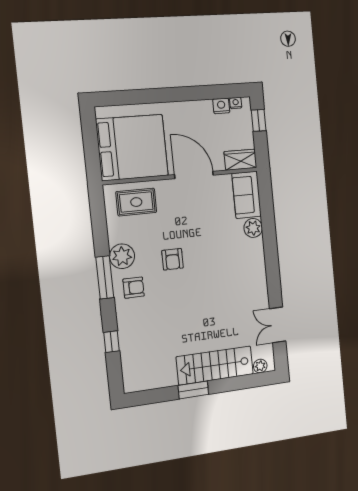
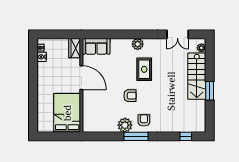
window: (259, 120) -> (52, 34), removed
bed: (132, 147) -> (67, 113), width x0.73
door: (194, 175) -> (81, 78), swing flipped
rug: (136, 202) -> (144, 69), moved
plant: (253, 228) -> (138, 44), moved
window: (111, 342) -> (186, 136), moved

